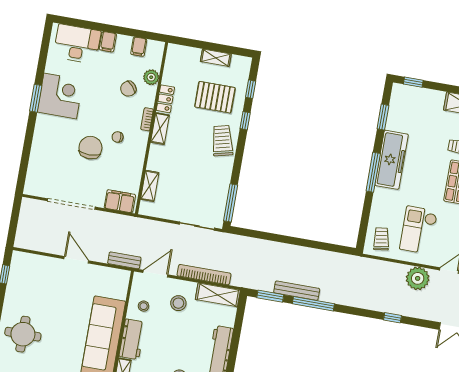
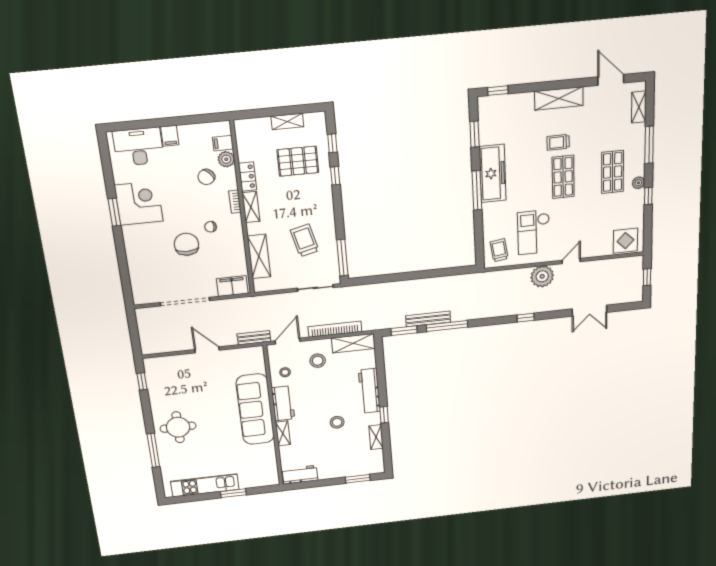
filing cabinet: (139, 47) -> (223, 143), moved, turned 90
trolley: (222, 141) -> (305, 240), moved
shelving: (150, 186) -> (259, 256), width x1.50, depth x1.33

